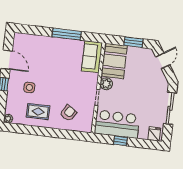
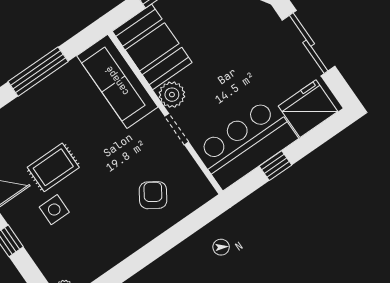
sofa: (92, 57) -> (117, 81), width x1.36
rug: (38, 111) -> (53, 167), moved
fridge: (154, 134) -> (308, 109), width x1.88, depth x1.34

